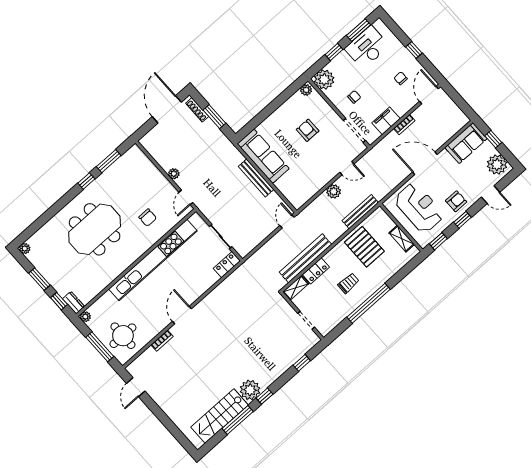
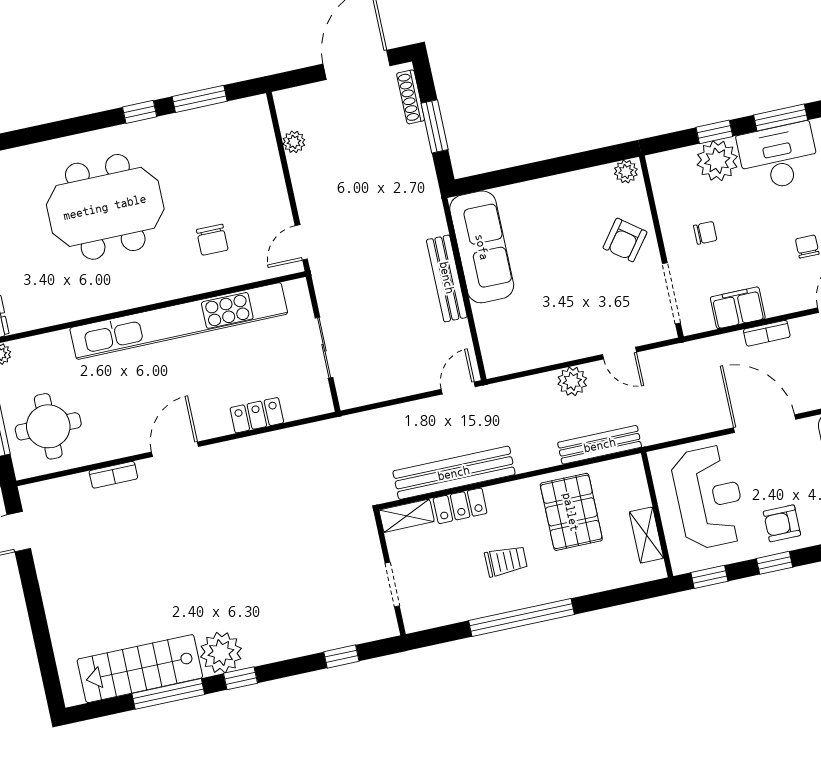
plant: (324, 80) -> (717, 161), moved
armchair: (308, 130) -> (625, 240), moved, turned -143
plant: (174, 174) -> (294, 142), moved
armchair: (456, 201) -> (782, 523), turned 180
locker: (227, 265) -> (257, 415), moved

